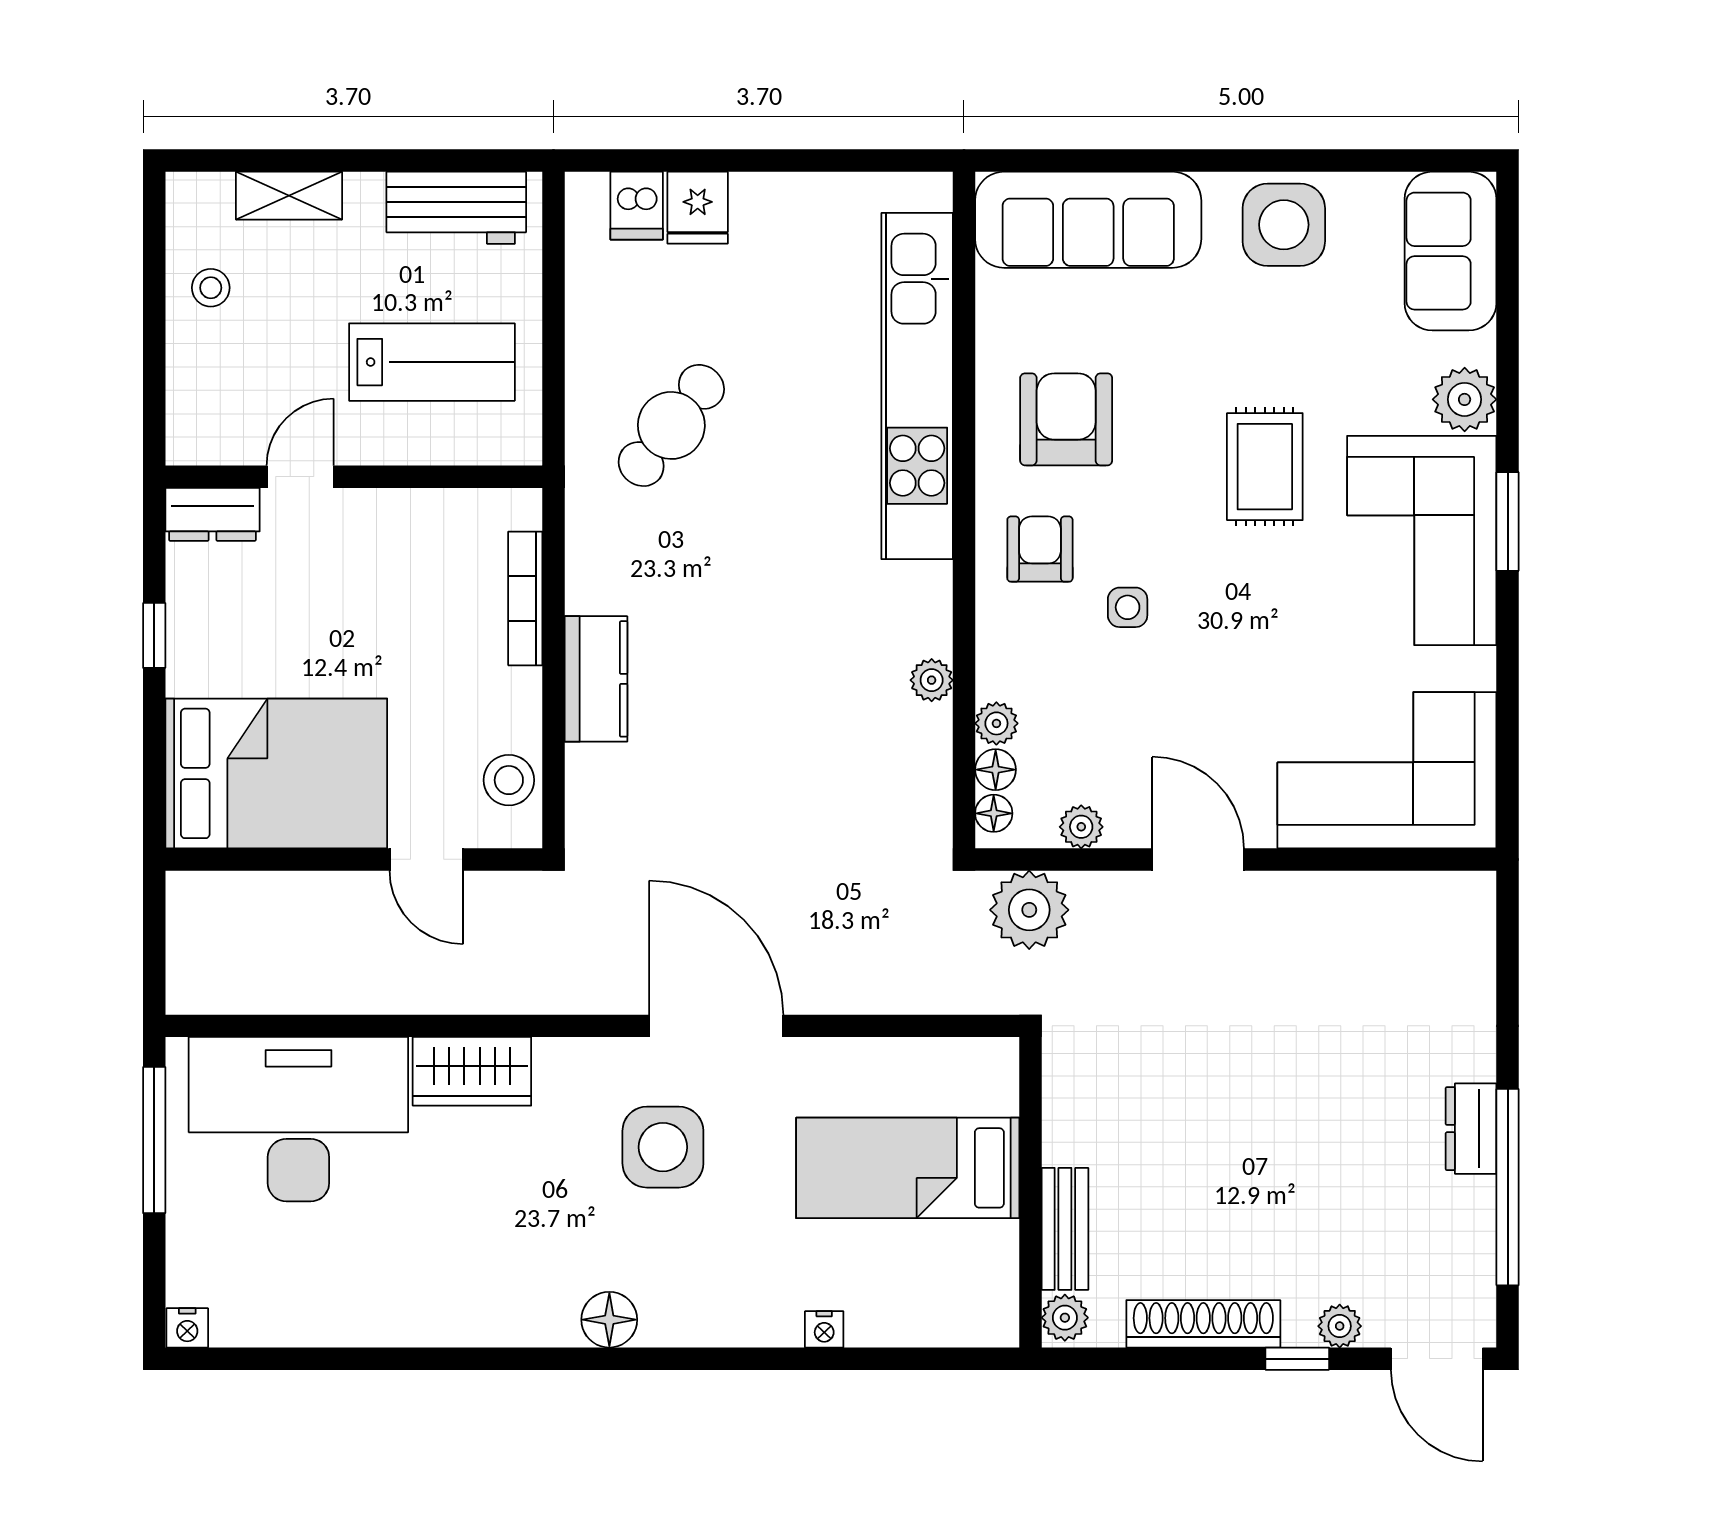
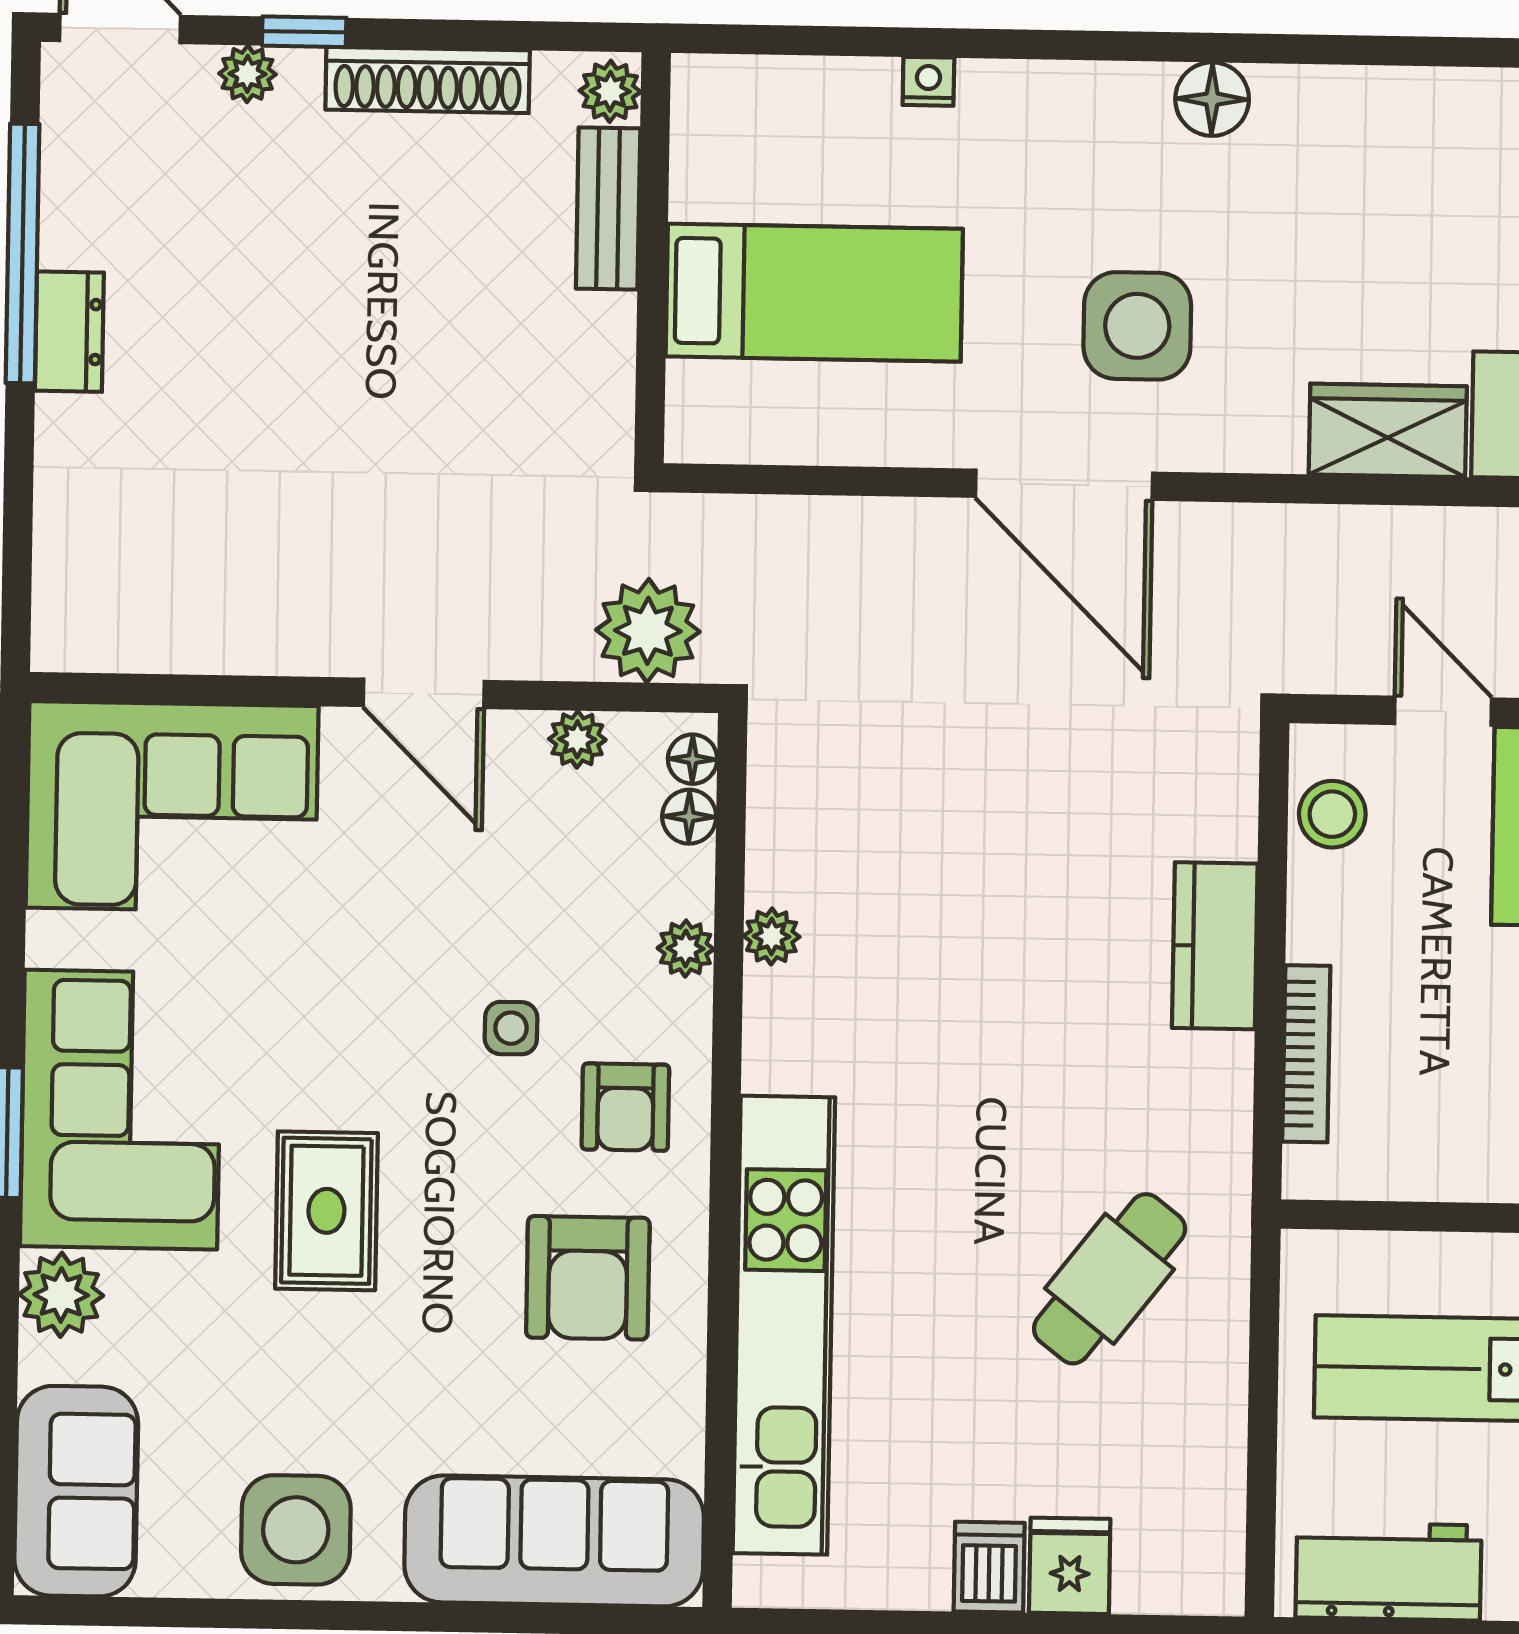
dishwasher: (637, 206) -> (989, 1567), moved
plant: (996, 723) -> (686, 949), moved

